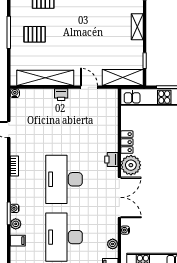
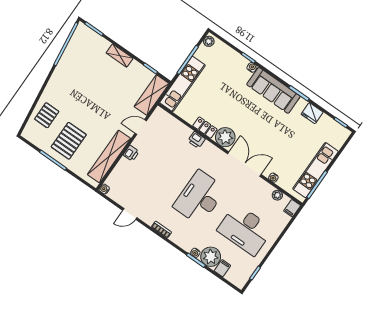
pallet: (35, 34) -> (69, 141), width x1.50, depth x1.42
printer: (111, 159) -> (196, 140), moved
desk: (64, 179) -> (199, 198), turned 90
plant: (16, 224) -> (211, 257), width x1.87, depth x1.87

